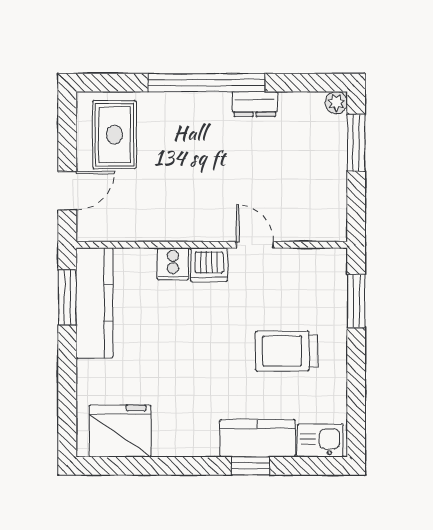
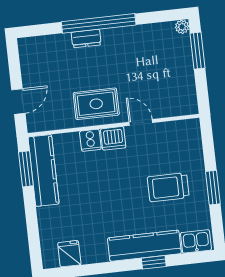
dresser: (255, 104) -> (86, 39), moved
rug: (114, 135) -> (96, 104), moved, turned 90
window: (356, 301) -> (213, 188), moved
fridge: (120, 431) -> (69, 254), width x0.53, depth x0.75
kitchen counter: (258, 438) -> (144, 246), width x1.50

